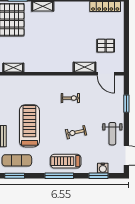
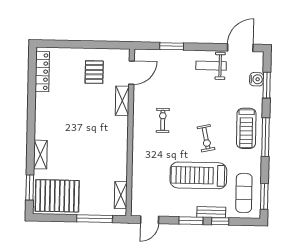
exercise bike: (76, 132) -> (206, 138), moved
weight bench: (112, 134) -> (211, 66), turned 180

